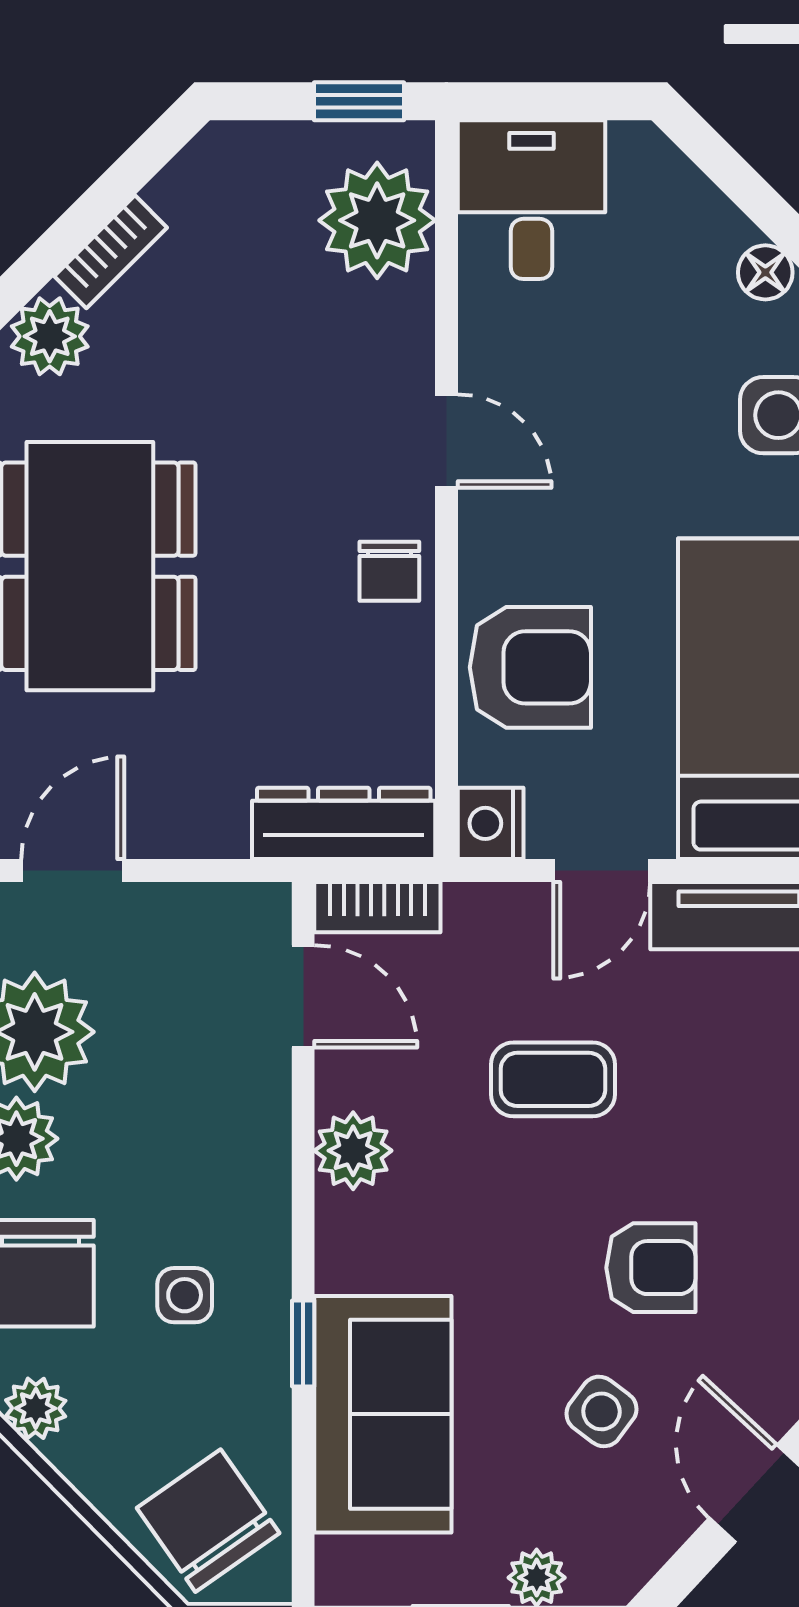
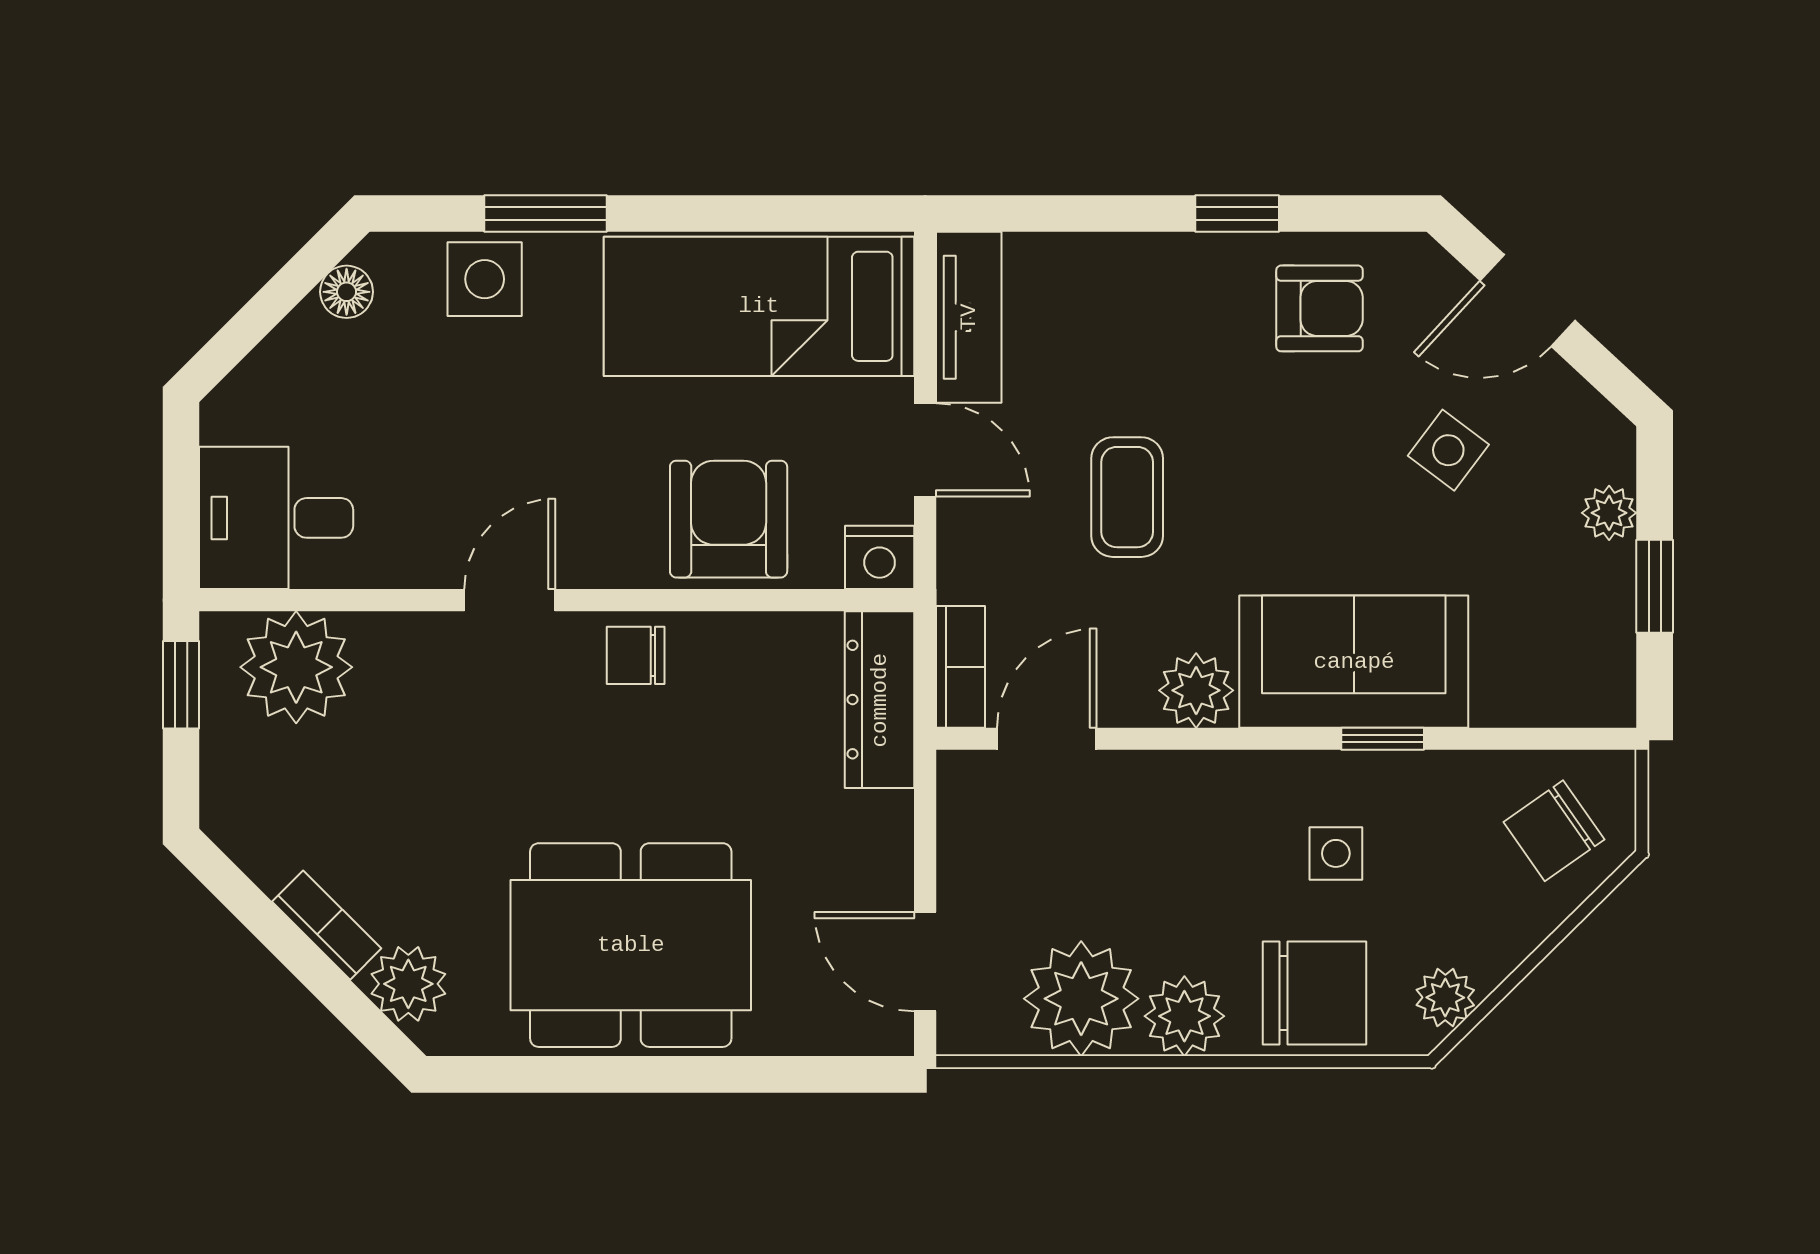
chair: (389, 571) -> (636, 655), turned 180
armchair: (651, 1268) -> (1320, 308), moved, turned 90
sofa: (383, 1414) -> (1354, 662), moved
chair: (208, 1521) -> (1554, 831), width x0.73, depth x0.73

